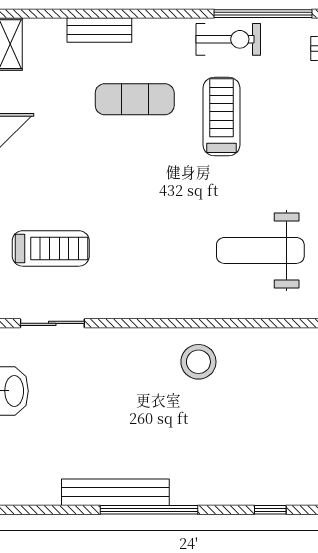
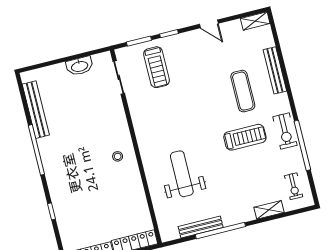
bench: (99, 30) -> (275, 70), width x1.36
stool: (198, 362) -> (118, 156), width x0.53, depth x0.53
bench: (115, 492) -> (36, 110), moved

